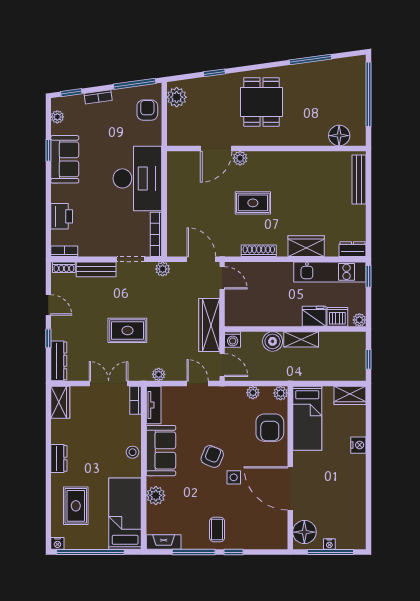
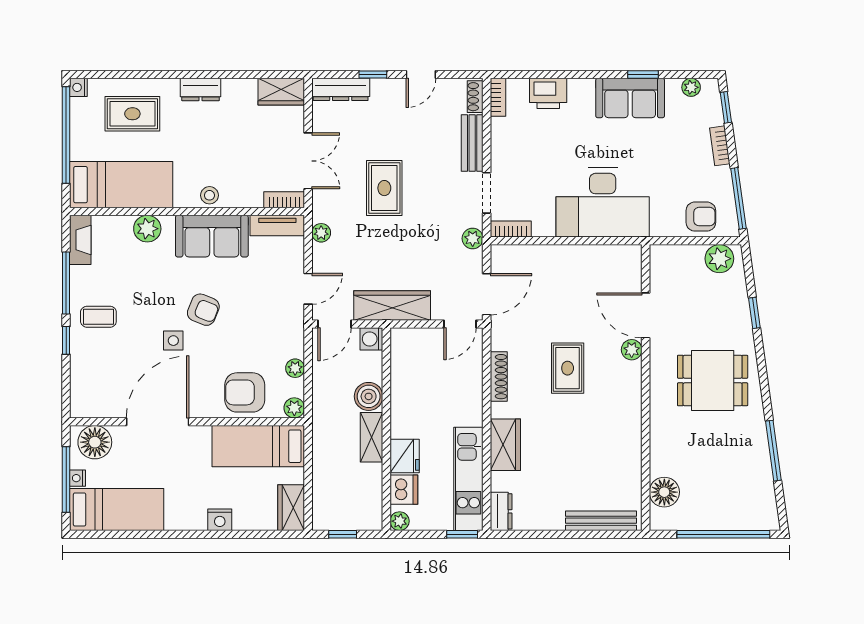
bookcase: (156, 234) -> (511, 229), width x0.64
bed: (351, 517) -> (117, 509), added

